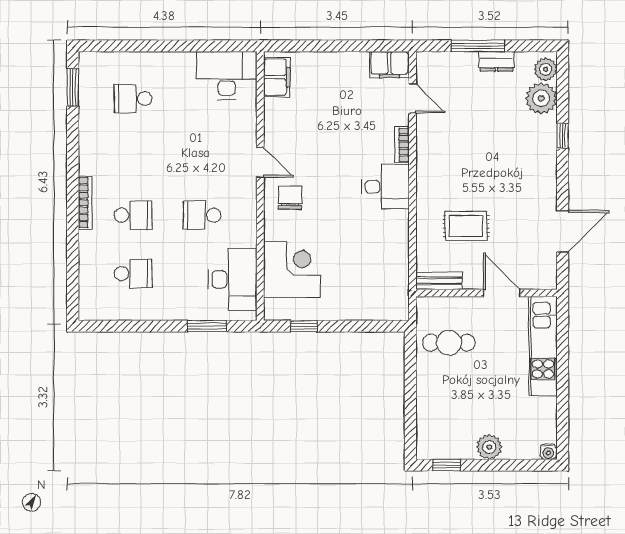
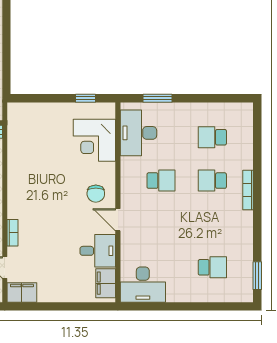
desk: (385, 187) -> (98, 251), moved, turned 180

